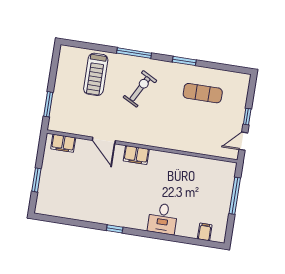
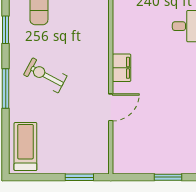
treadmill: (96, 74) -> (25, 147), moved, turned -90
filing cabinet: (63, 143) -> (121, 153), removed

